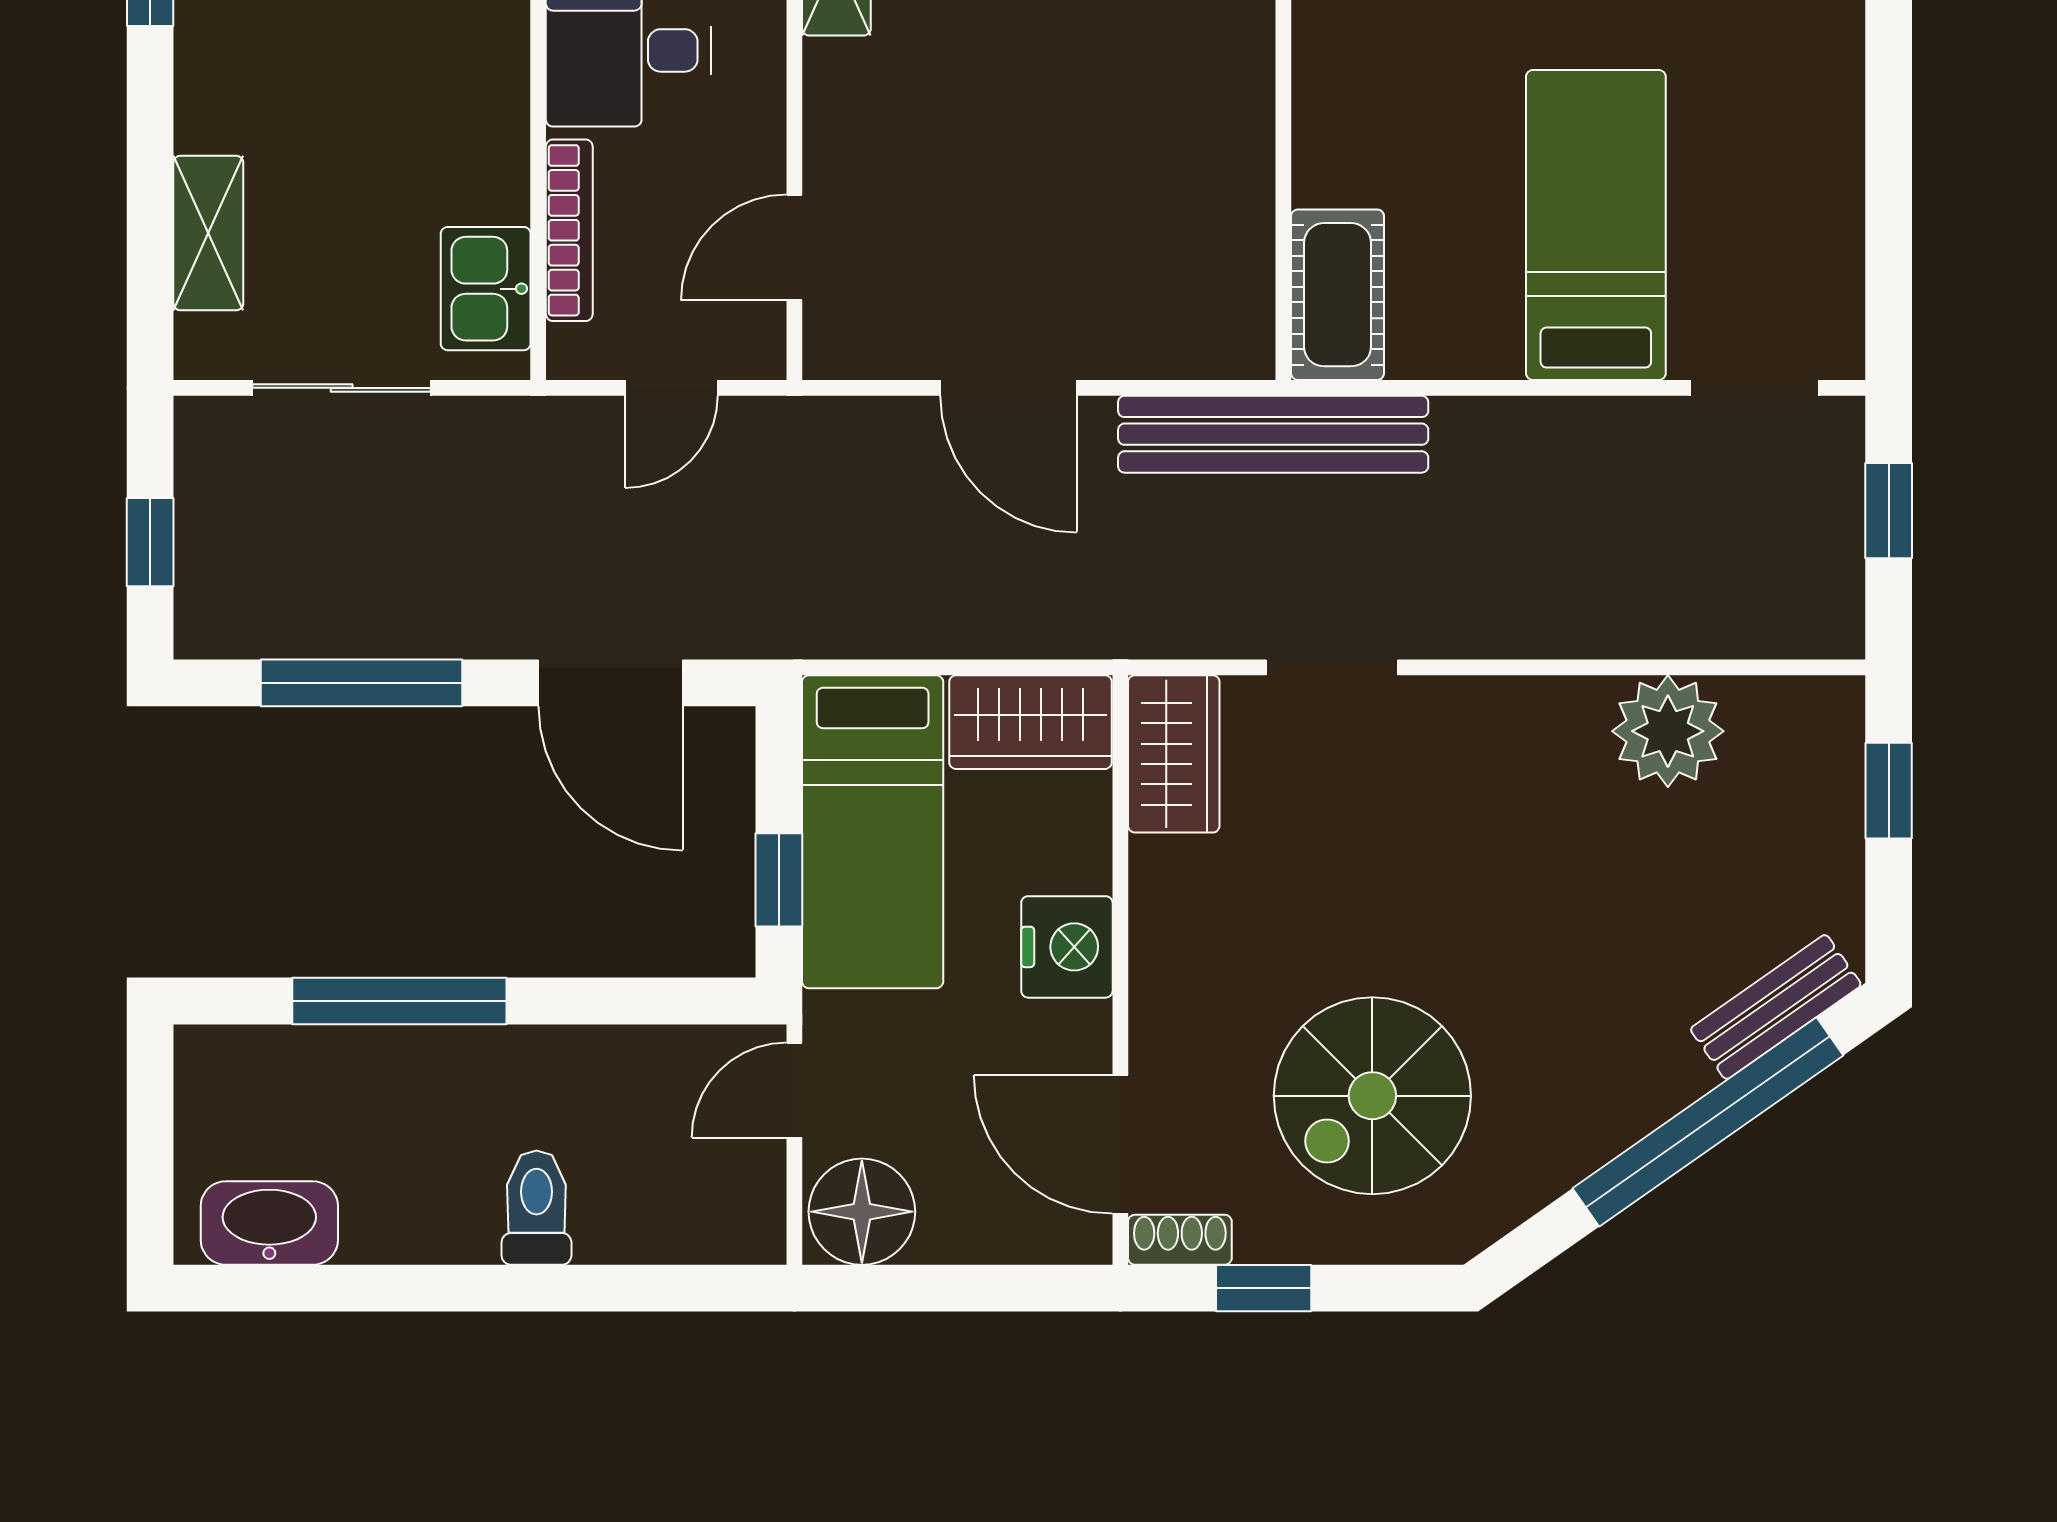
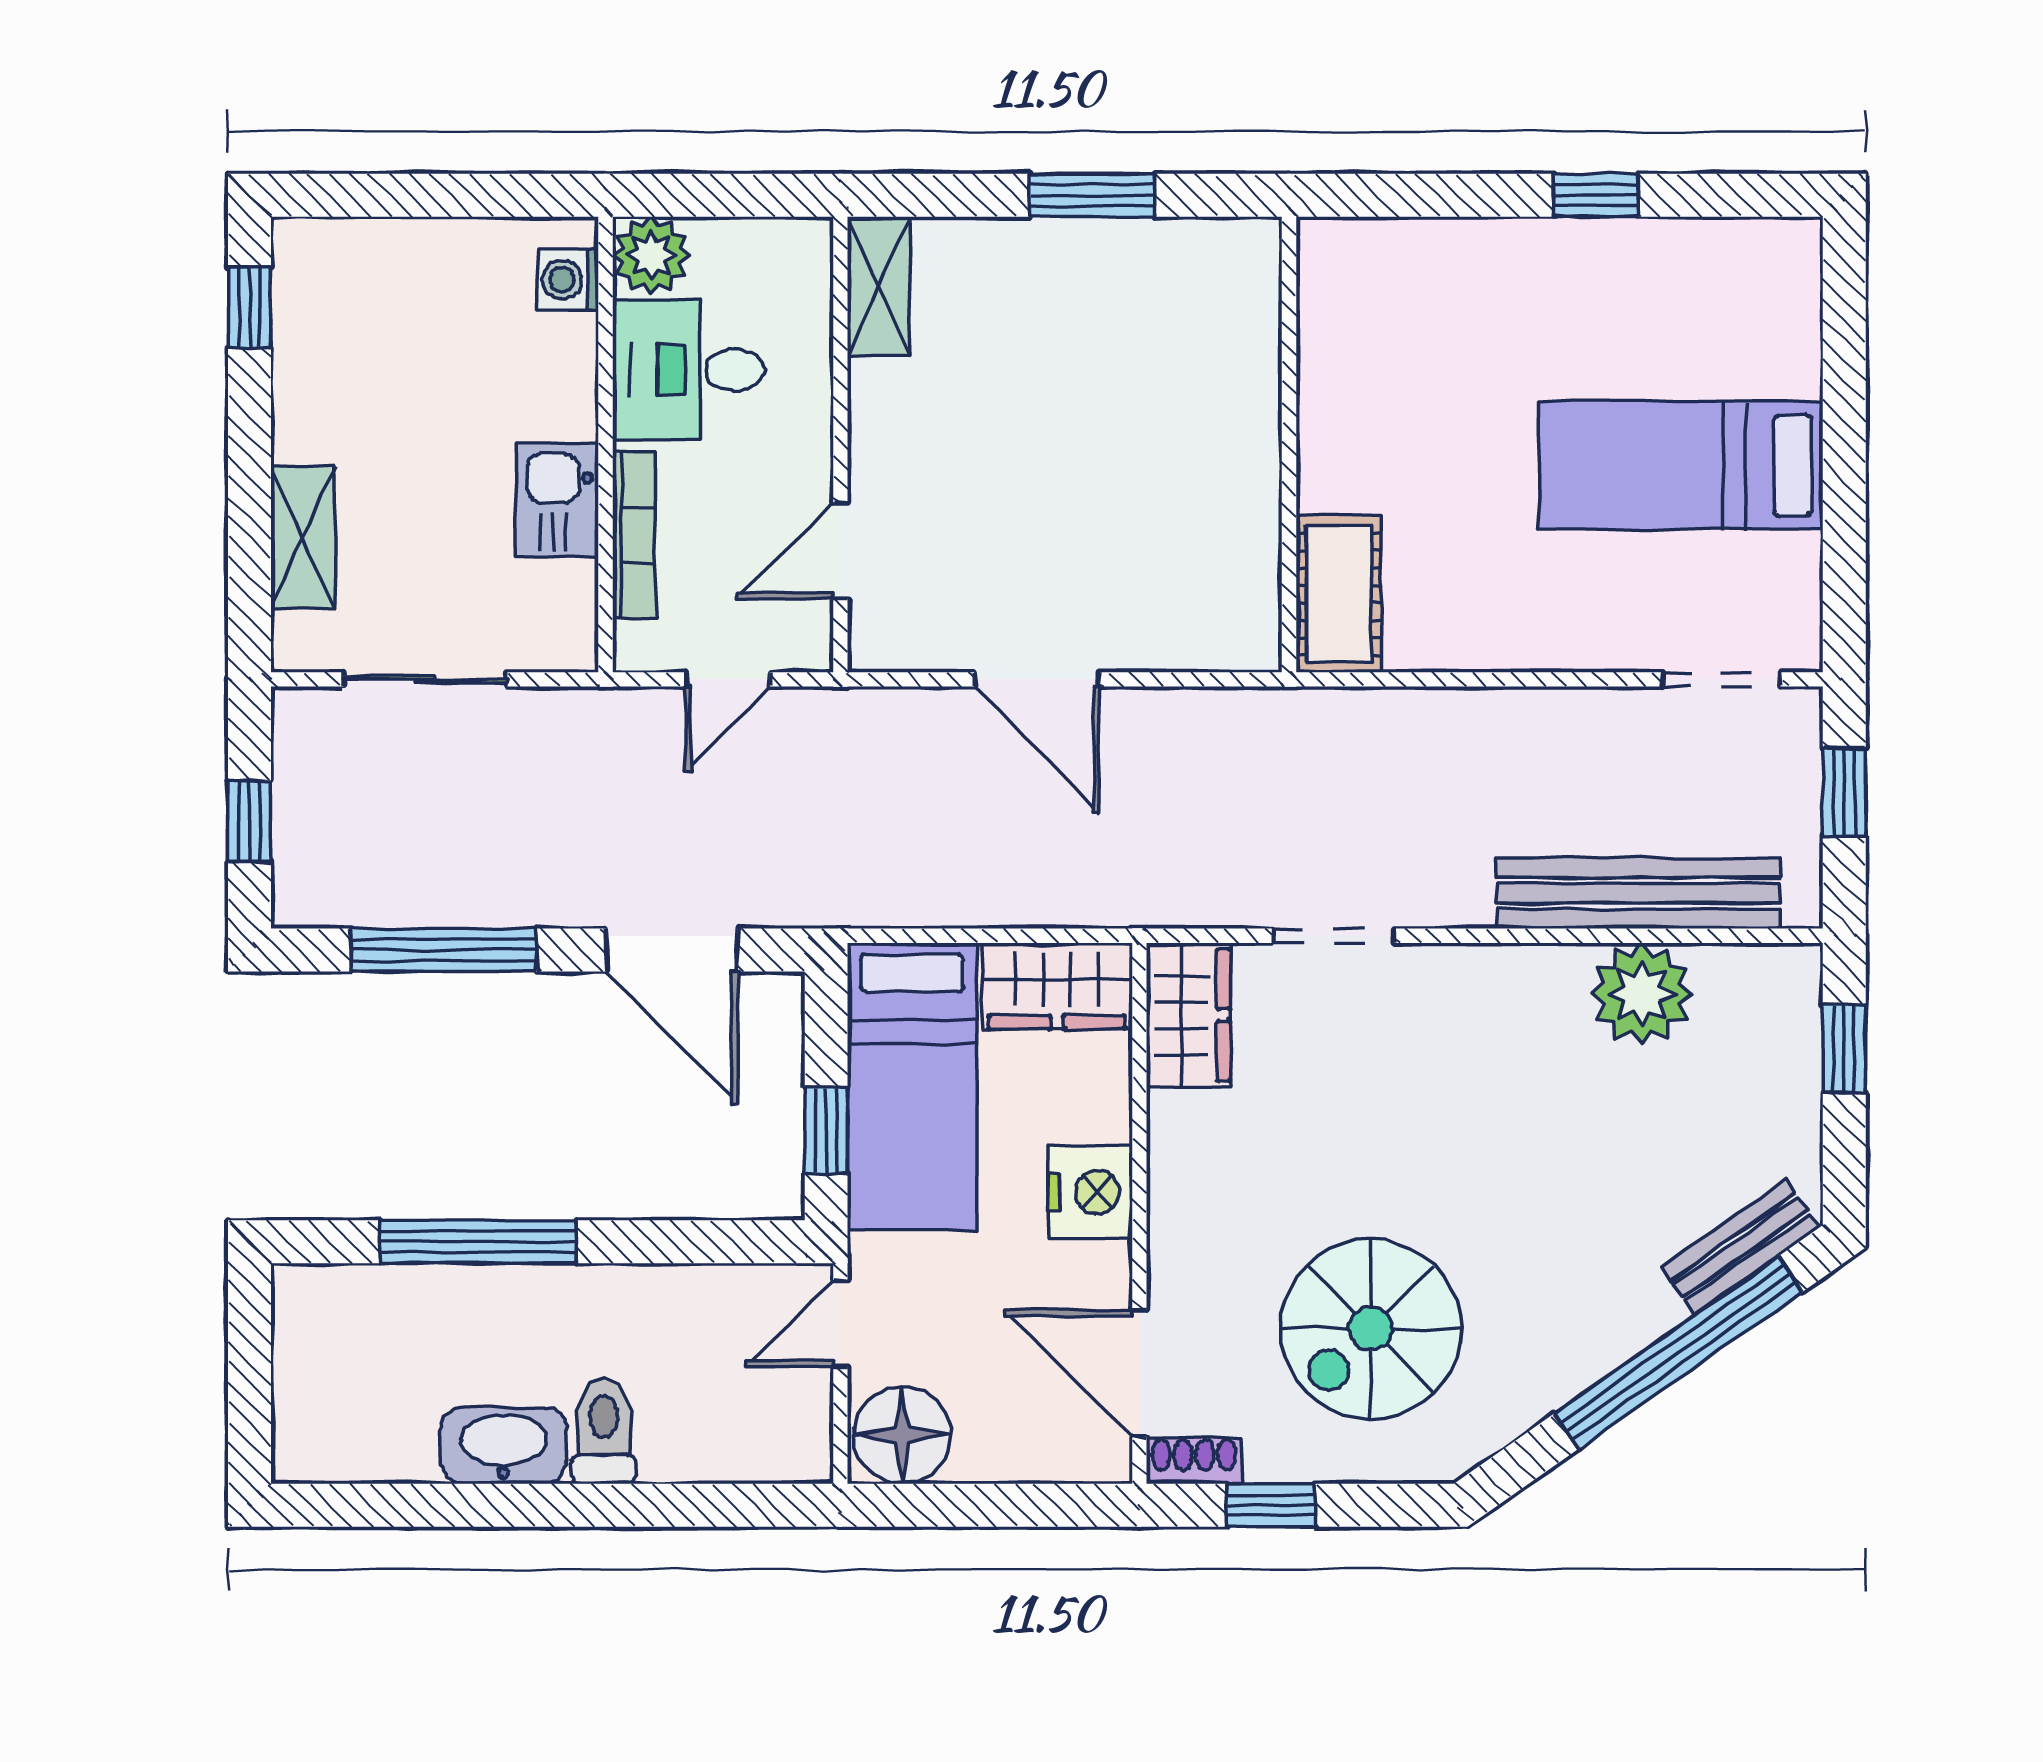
bed: (1596, 225) -> (1681, 465), moved, turned -90
kitchen sink: (486, 289) -> (557, 501), moved
bench: (1273, 434) -> (1639, 893), moved
washbasin: (269, 1223) -> (503, 1445), moved

